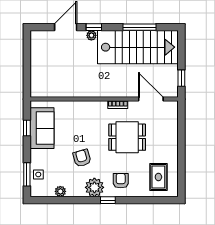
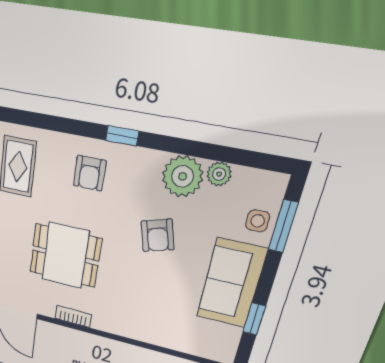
sofa: (42, 128) -> (231, 283), moved
plant: (94, 187) -> (183, 176), moved

